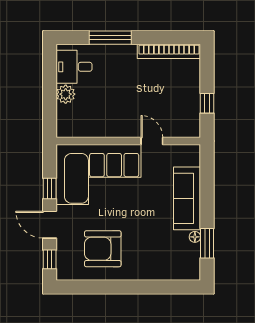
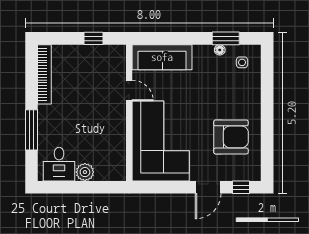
door: (152, 141) -> (129, 91), swing flipped
window: (50, 189) -> (174, 187), removed
sofa: (187, 198) -> (162, 57), moved
armchair: (103, 249) -> (231, 137), turned -90
side table: (182, 260) -> (242, 62), added

